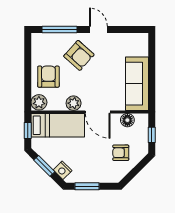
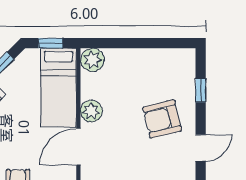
window: (59, 29) -> (201, 90), width x0.46
armchair: (79, 55) -> (162, 119), turned 34
armchair: (48, 77) -> (131, 74), removed

